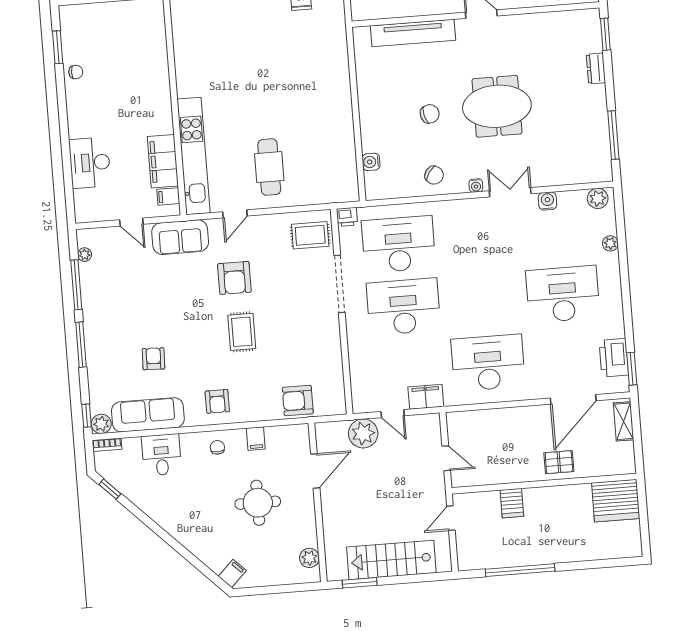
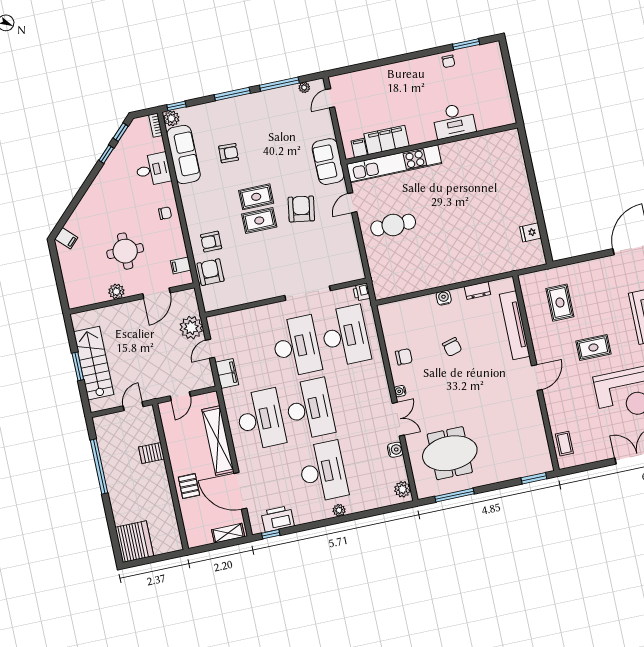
dresser: (596, 68) -> (477, 291), moved, turned 180
meeting table: (497, 106) -> (450, 453), moved, turned 90
water cooler: (371, 162) -> (444, 298), moved
desk: (90, 163) -> (454, 121), moved, turned 180
chair: (434, 175) -> (404, 357), turned -125
door: (235, 214) -> (352, 203), hinge flipped
door: (131, 222) -> (330, 98), moved
rug: (310, 235) -> (256, 197), moved, turned 90
plant: (610, 243) -> (339, 510), moved
armchair: (234, 278) -> (301, 209), turned 99
desk: (483, 300) -> (309, 409), added
window: (632, 369) -> (271, 534), width x0.67
armchair: (217, 401) -> (211, 242), moved
shelving: (507, 419) -> (218, 440), added
filing cabinet: (256, 439) -> (181, 265), moved
door: (315, 471) -> (156, 293), hinge flipped
server rack: (616, 501) -> (134, 542), moved, turned 180
window: (135, 510) -> (106, 154), added
door: (451, 518) -> (133, 406), hinge flipped
plant: (309, 558) -> (116, 292), moved
window: (360, 583) -> (78, 366), moved

